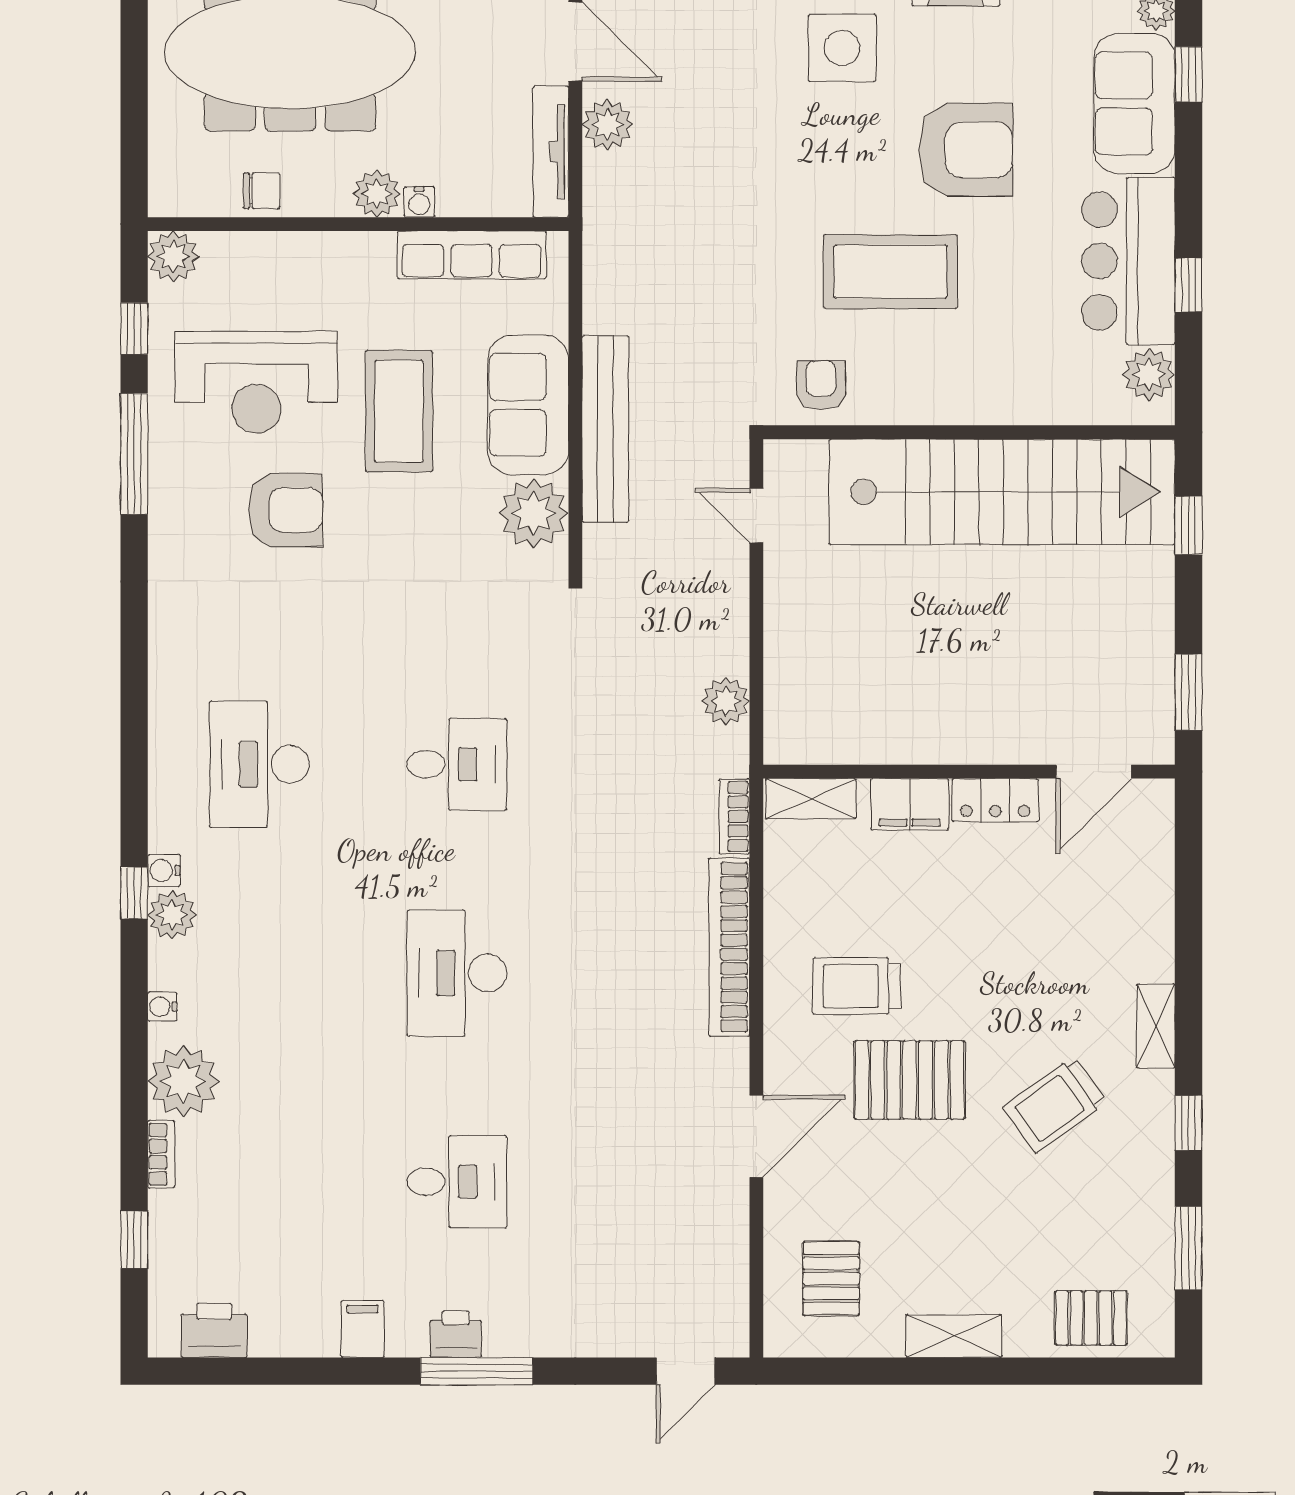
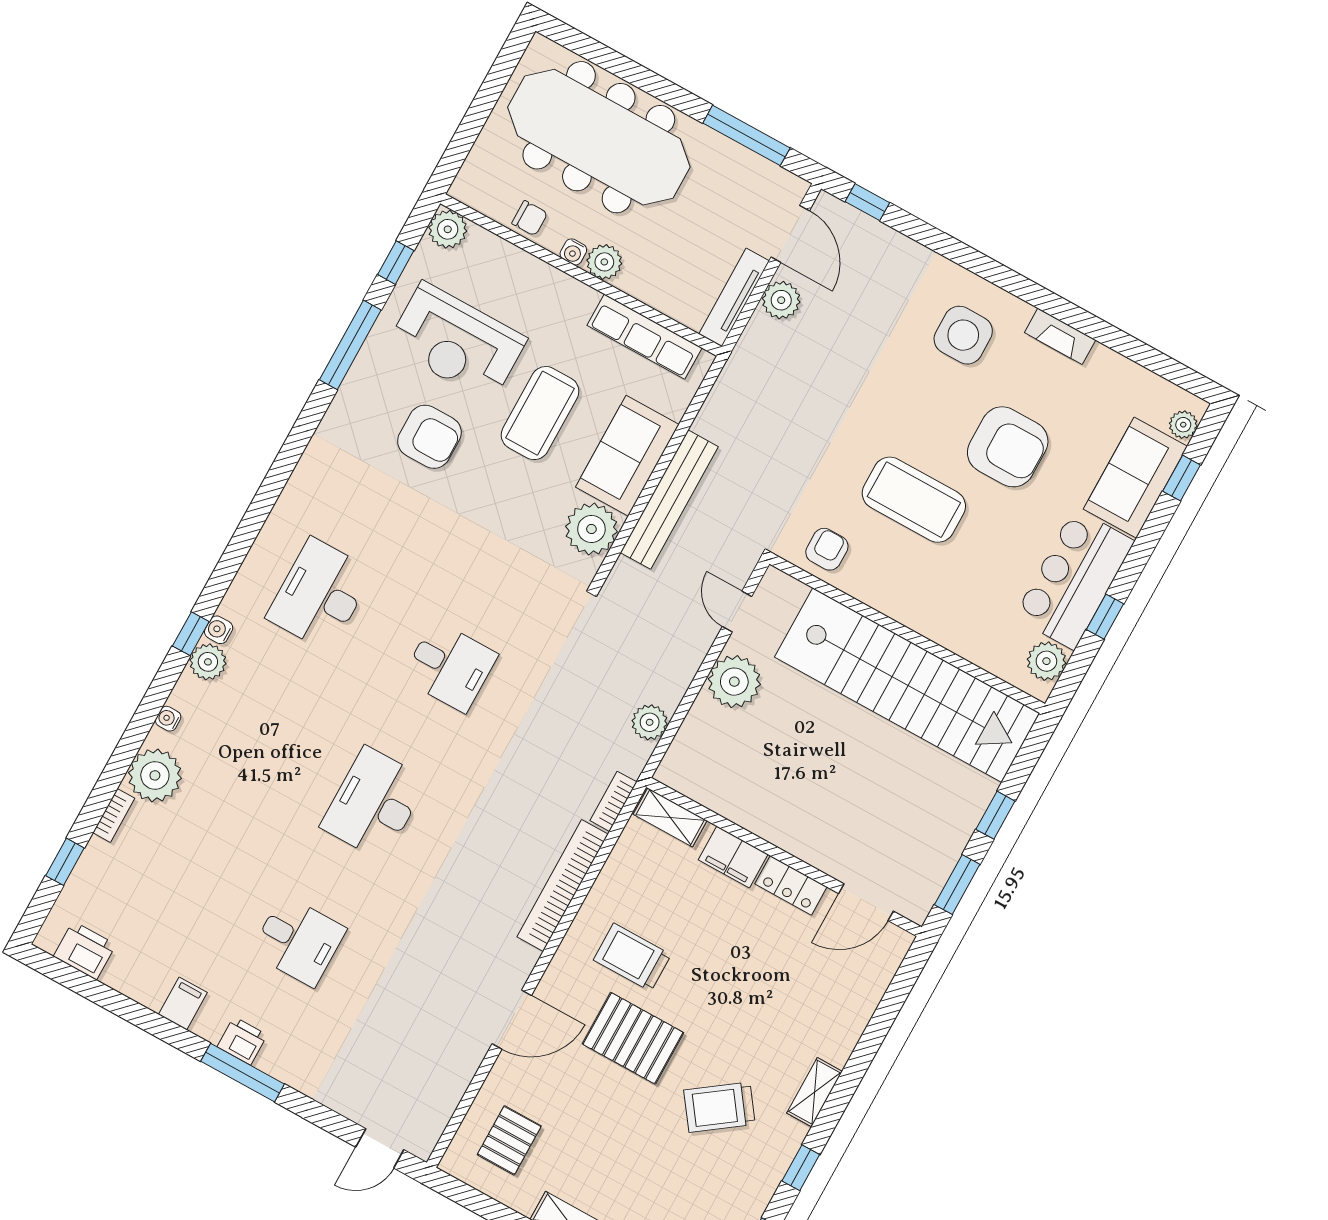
water cooler: (419, 202) -> (573, 252), moved
window: (1188, 525) -> (995, 815), moved
plant: (798, 599) -> (734, 682), added

